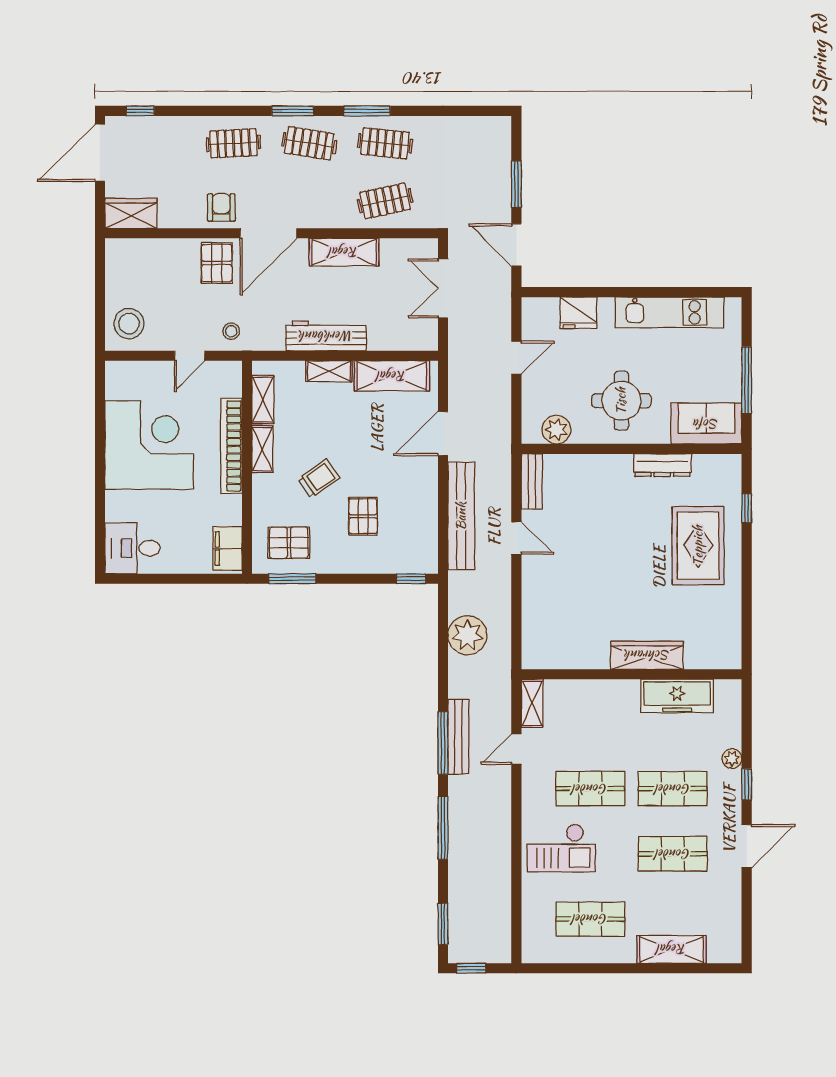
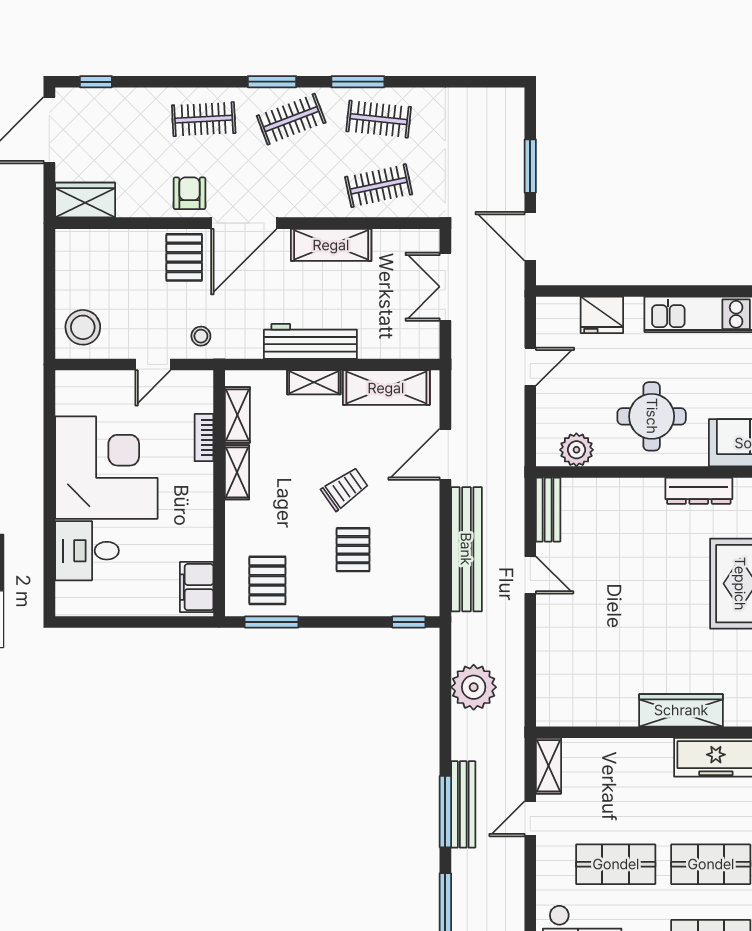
clothes rail: (309, 143) -> (291, 119), turned -30
bookcase: (231, 446) -> (204, 438), width x0.43, depth x0.76
trolley: (319, 478) -> (345, 489), moved
pallet: (289, 543) -> (267, 580), turned 90
desk: (133, 548) -> (87, 551), moved

